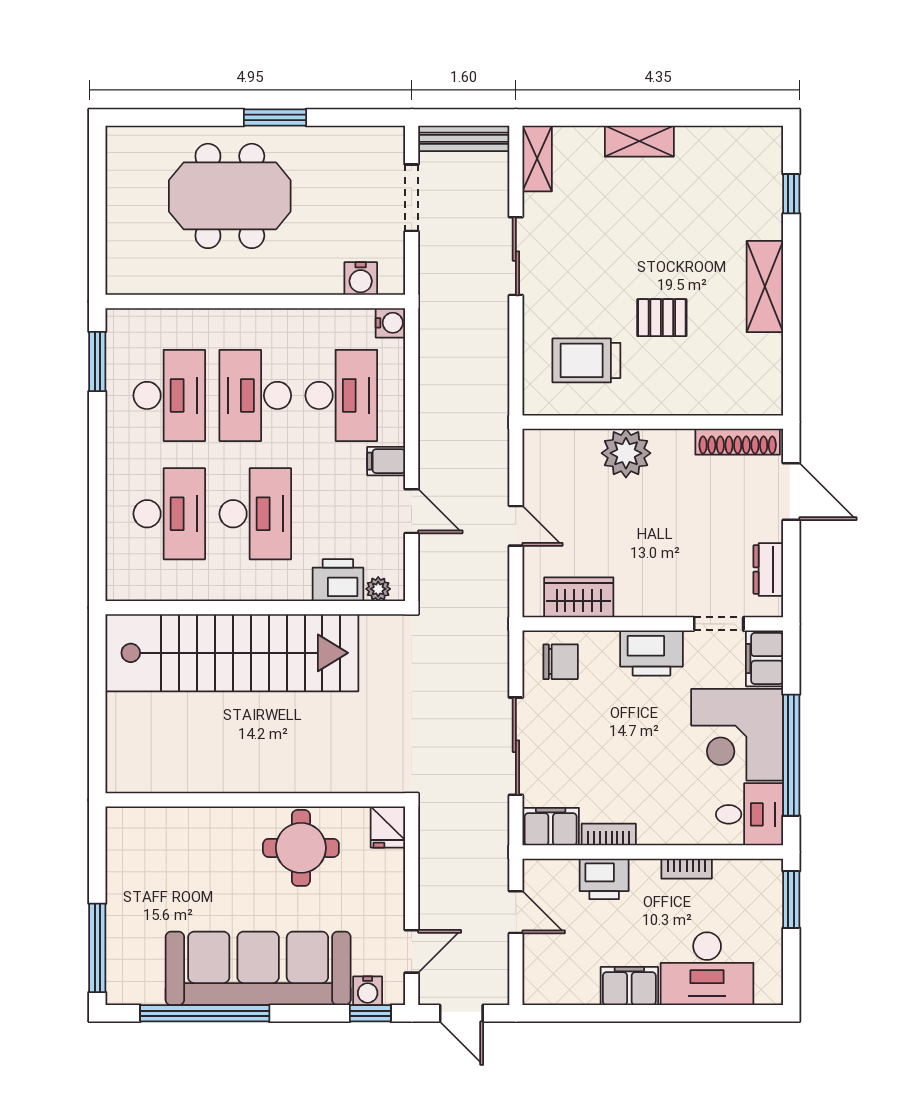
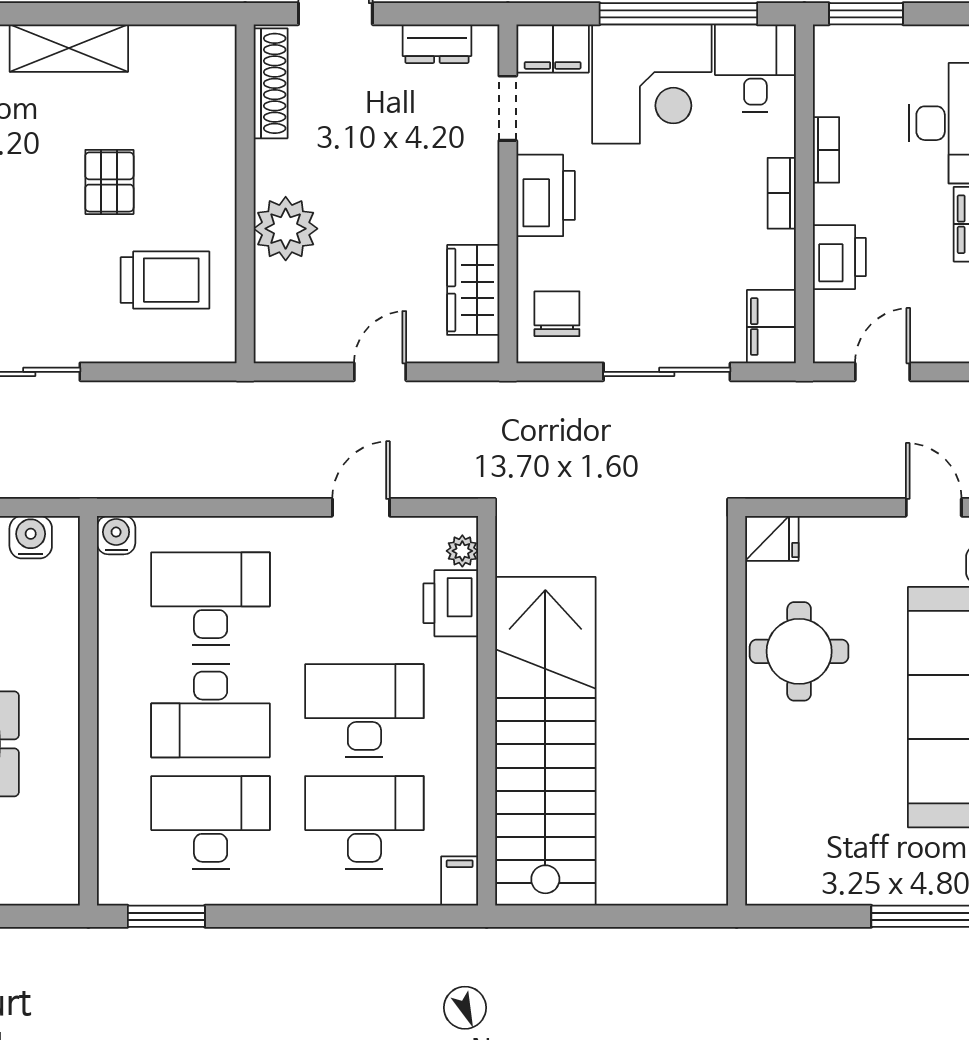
water cooler: (361, 279) -> (31, 537), moved, turned -90
trolley: (586, 360) -> (165, 280), turned -90
filing cabinet: (386, 461) -> (460, 881), moved, turned 180
bookcase: (609, 835) -> (782, 193), moved

